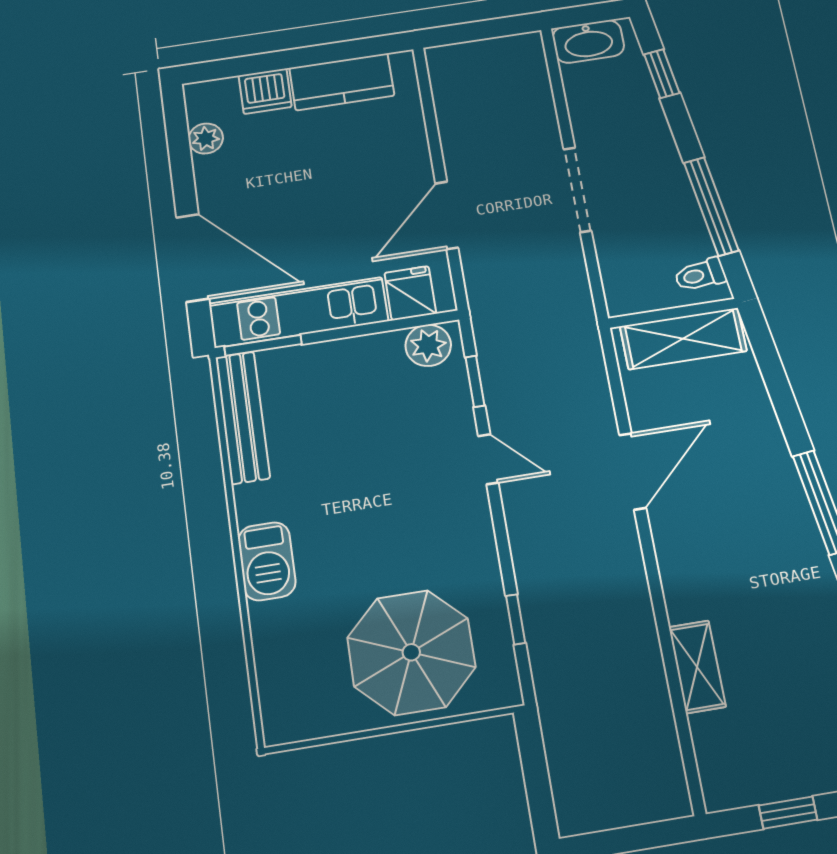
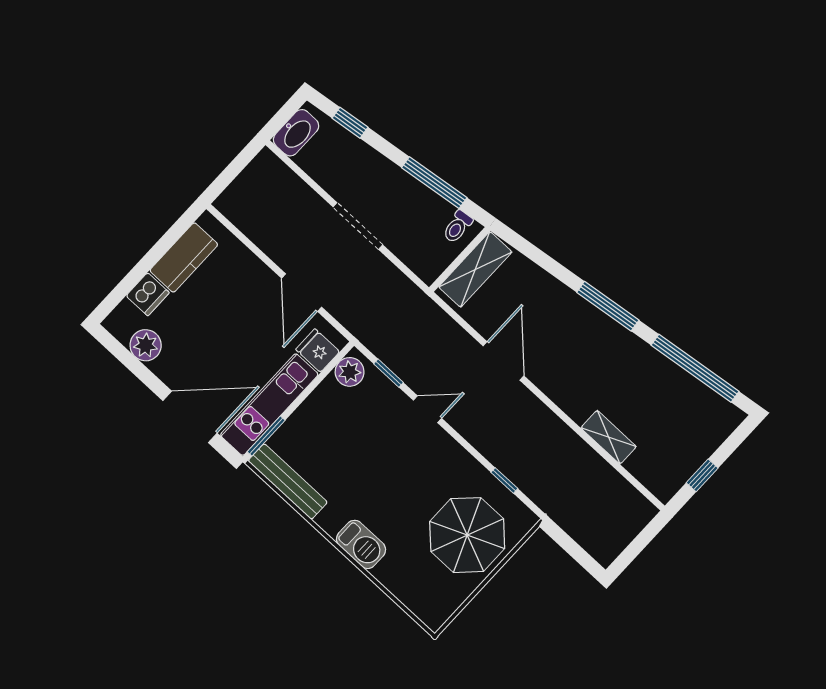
plant: (206, 139) -> (146, 345), width x1.38, depth x1.38

